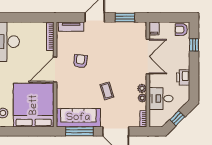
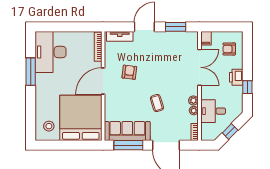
armchair: (181, 30) -> (229, 49), moved
window: (194, 45) -> (247, 87), moved
printer: (183, 77) -> (236, 77), moved

